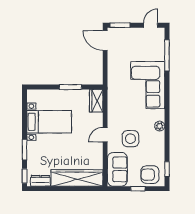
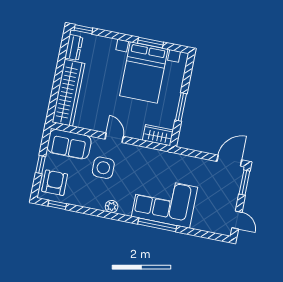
window: (167, 55) -> (157, 225), moved
bed with nightstands: (49, 122) -> (144, 73), width x1.36
window: (25, 150) -> (150, 43), moved

